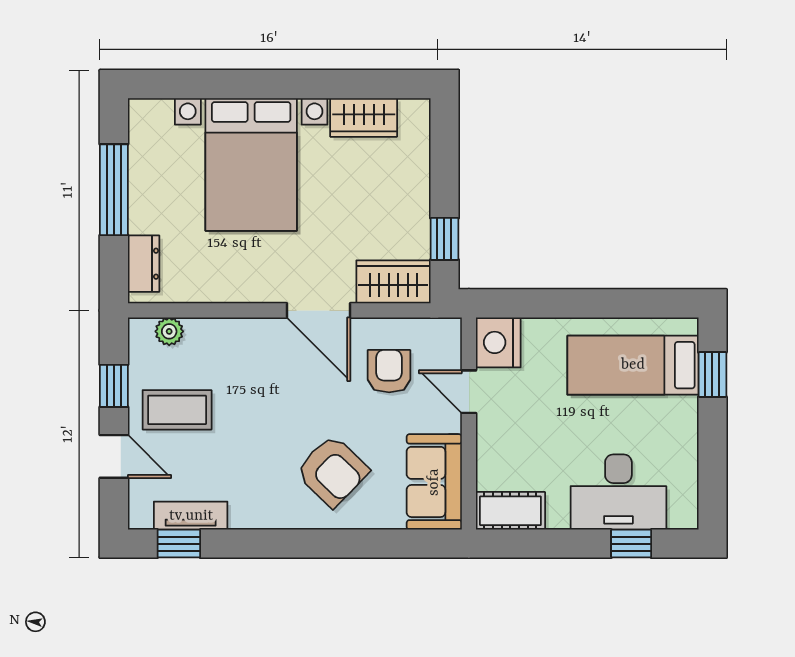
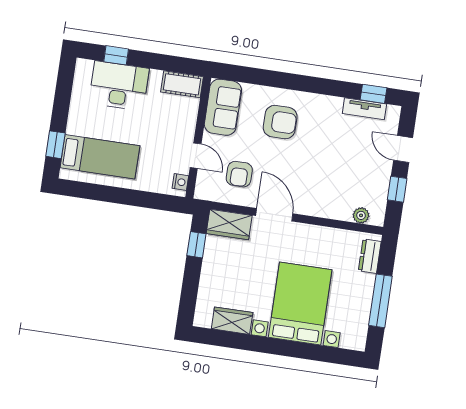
nightstand: (498, 342) -> (180, 182), width x0.53, depth x0.56
coffee table: (177, 410) -> (363, 170), removed
armchair: (332, 471) -> (280, 122), turned 136

